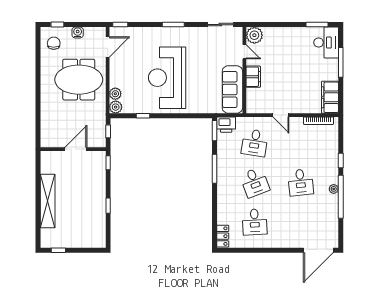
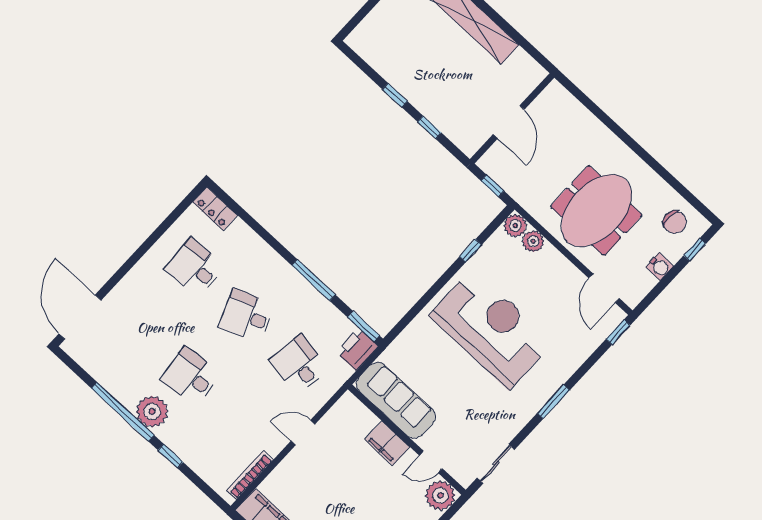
window: (108, 163) -> (429, 127), moved
plant: (334, 189) -> (152, 412), width x1.87, depth x1.87

